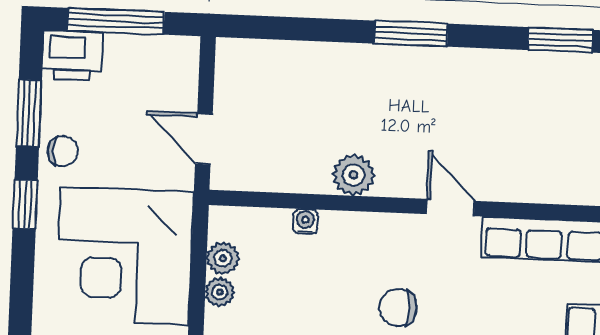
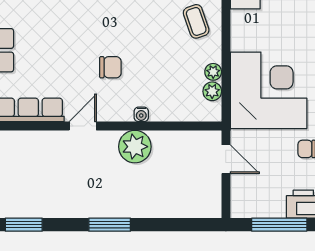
plant: (354, 175) -> (135, 147), width x1.36, depth x1.36
door: (451, 207) -> (83, 126), swing flipped
water cooler: (305, 222) -> (141, 114), moved

